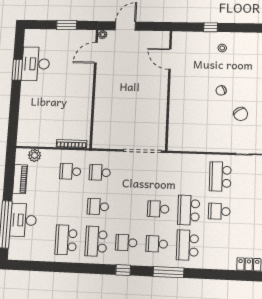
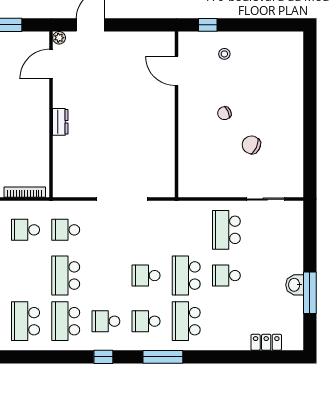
door: (170, 59) -> (176, 71), moved
wall: (169, 90) -> (176, 114), moved
dresser: (100, 94) -> (60, 122), added
chair: (241, 114) -> (251, 145), turned 147
school desk: (98, 207) -> (66, 276), width x1.85

